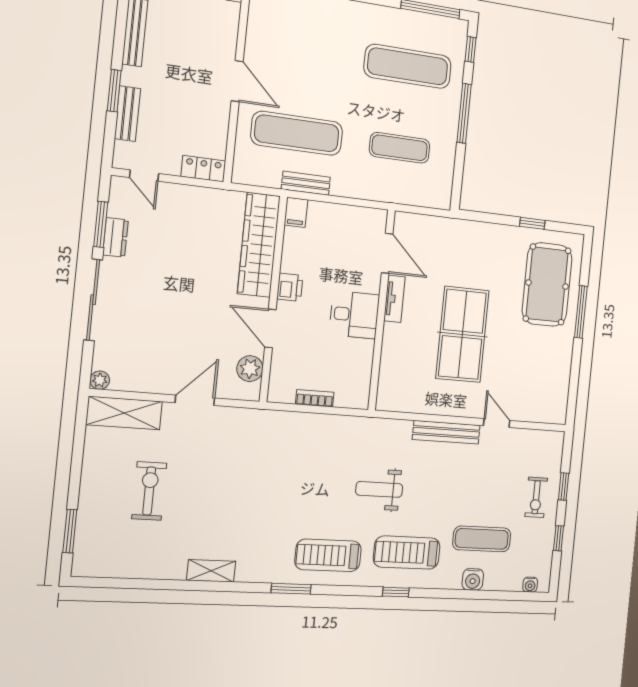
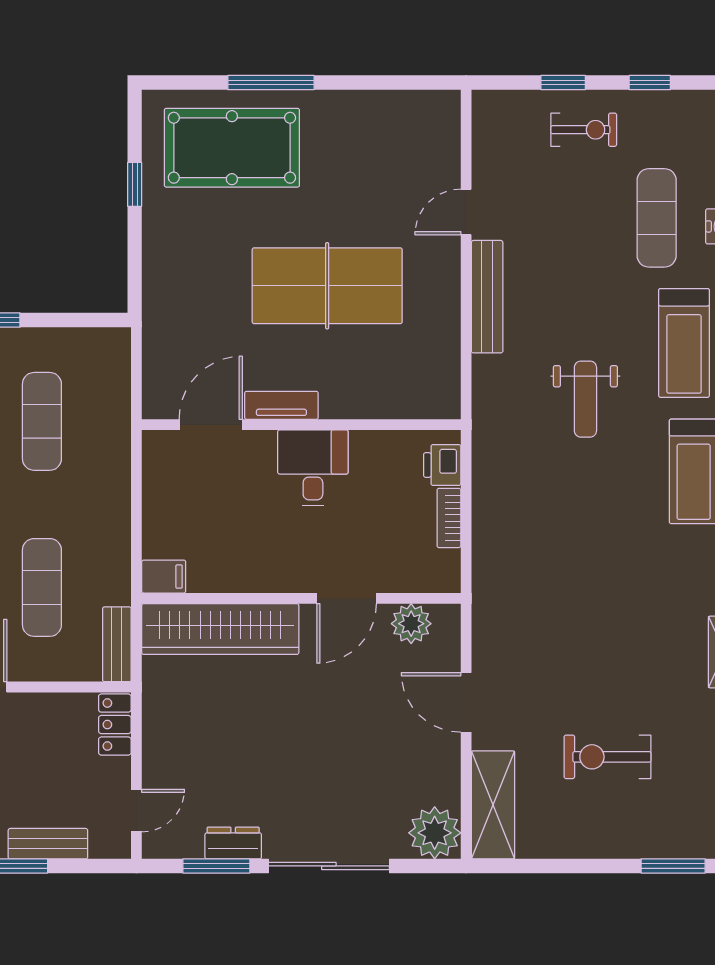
exercise mat: (297, 133) -> (42, 587), width x0.73, depth x0.69
bench: (306, 183) -> (117, 644), moved
printer: (290, 287) -> (442, 465), moved, turned -90
plant: (100, 380) -> (435, 833), width x1.87, depth x1.87

